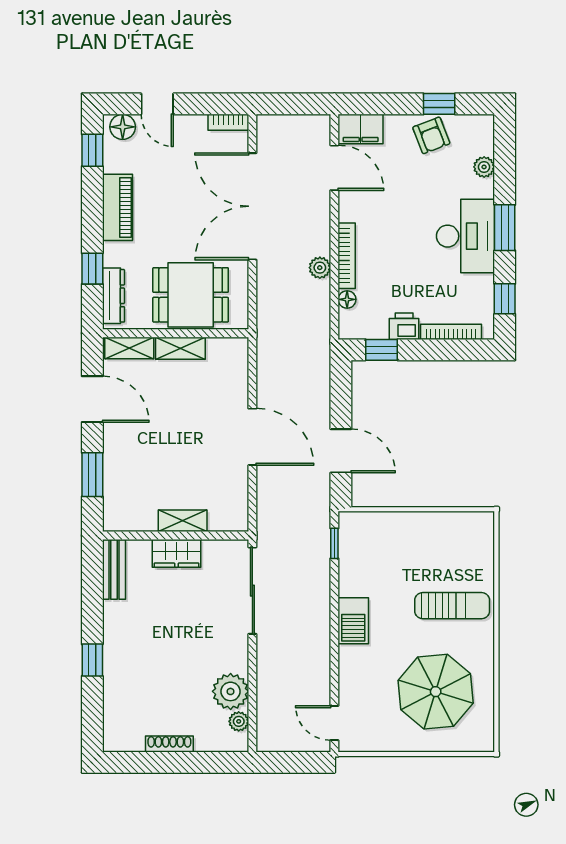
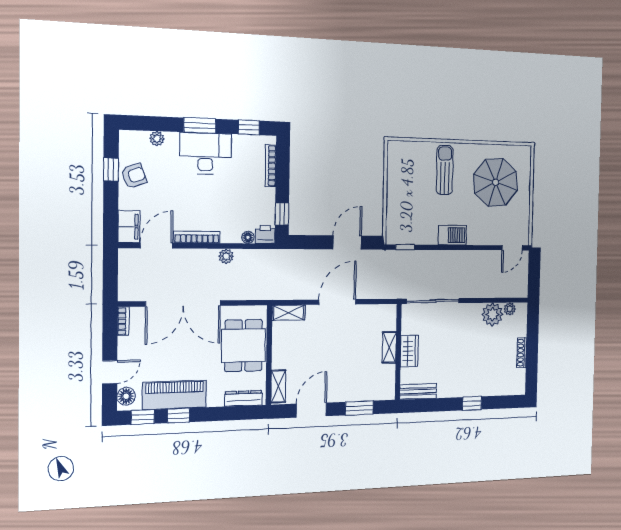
piano: (117, 207) -> (175, 395), width x1.37, depth x1.33
bookcase: (347, 256) -> (197, 237), moved
window: (92, 269) -> (178, 416), moved
printer: (404, 326) -> (265, 234), moved, turned 90
shelving: (180, 348) -> (289, 313), moved, turned 90

